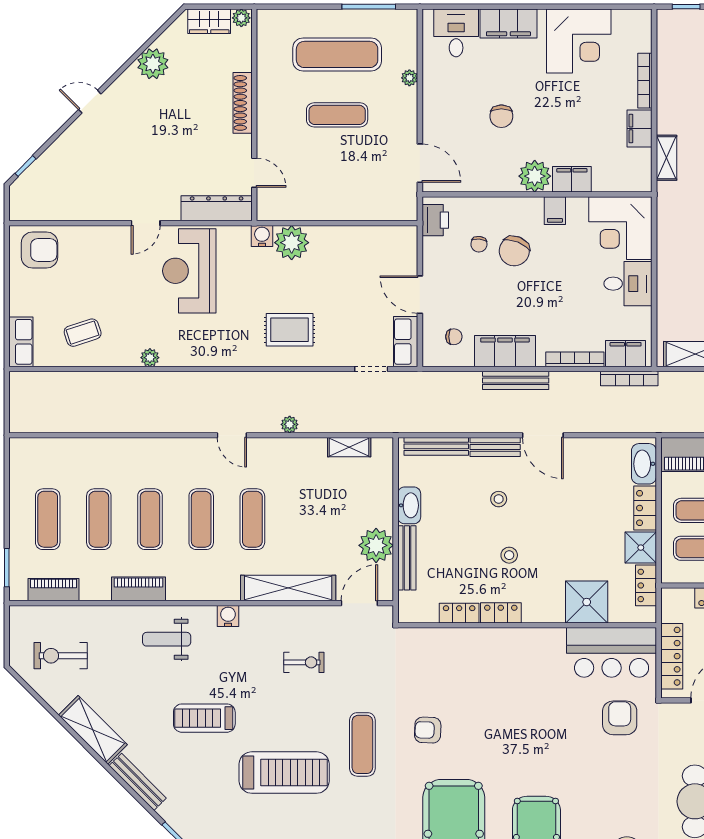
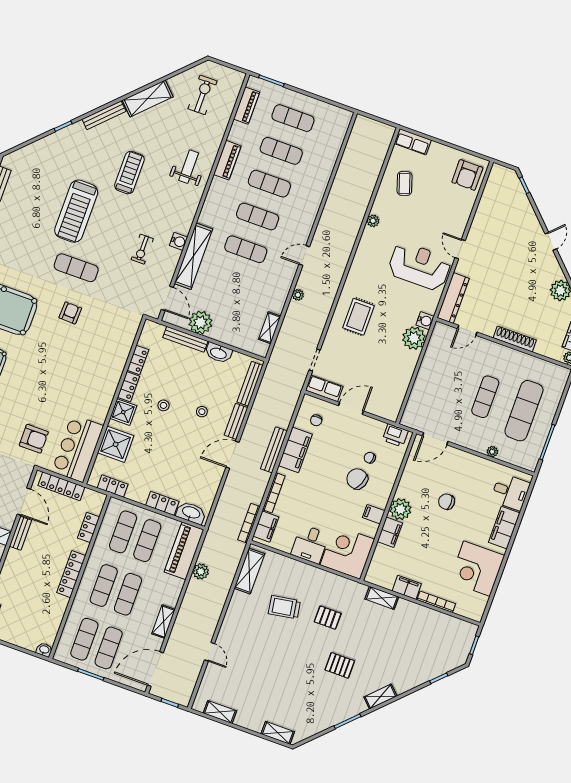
shower: (641, 548) -> (123, 412), moved
water cooler: (228, 616) -> (179, 241), moved

